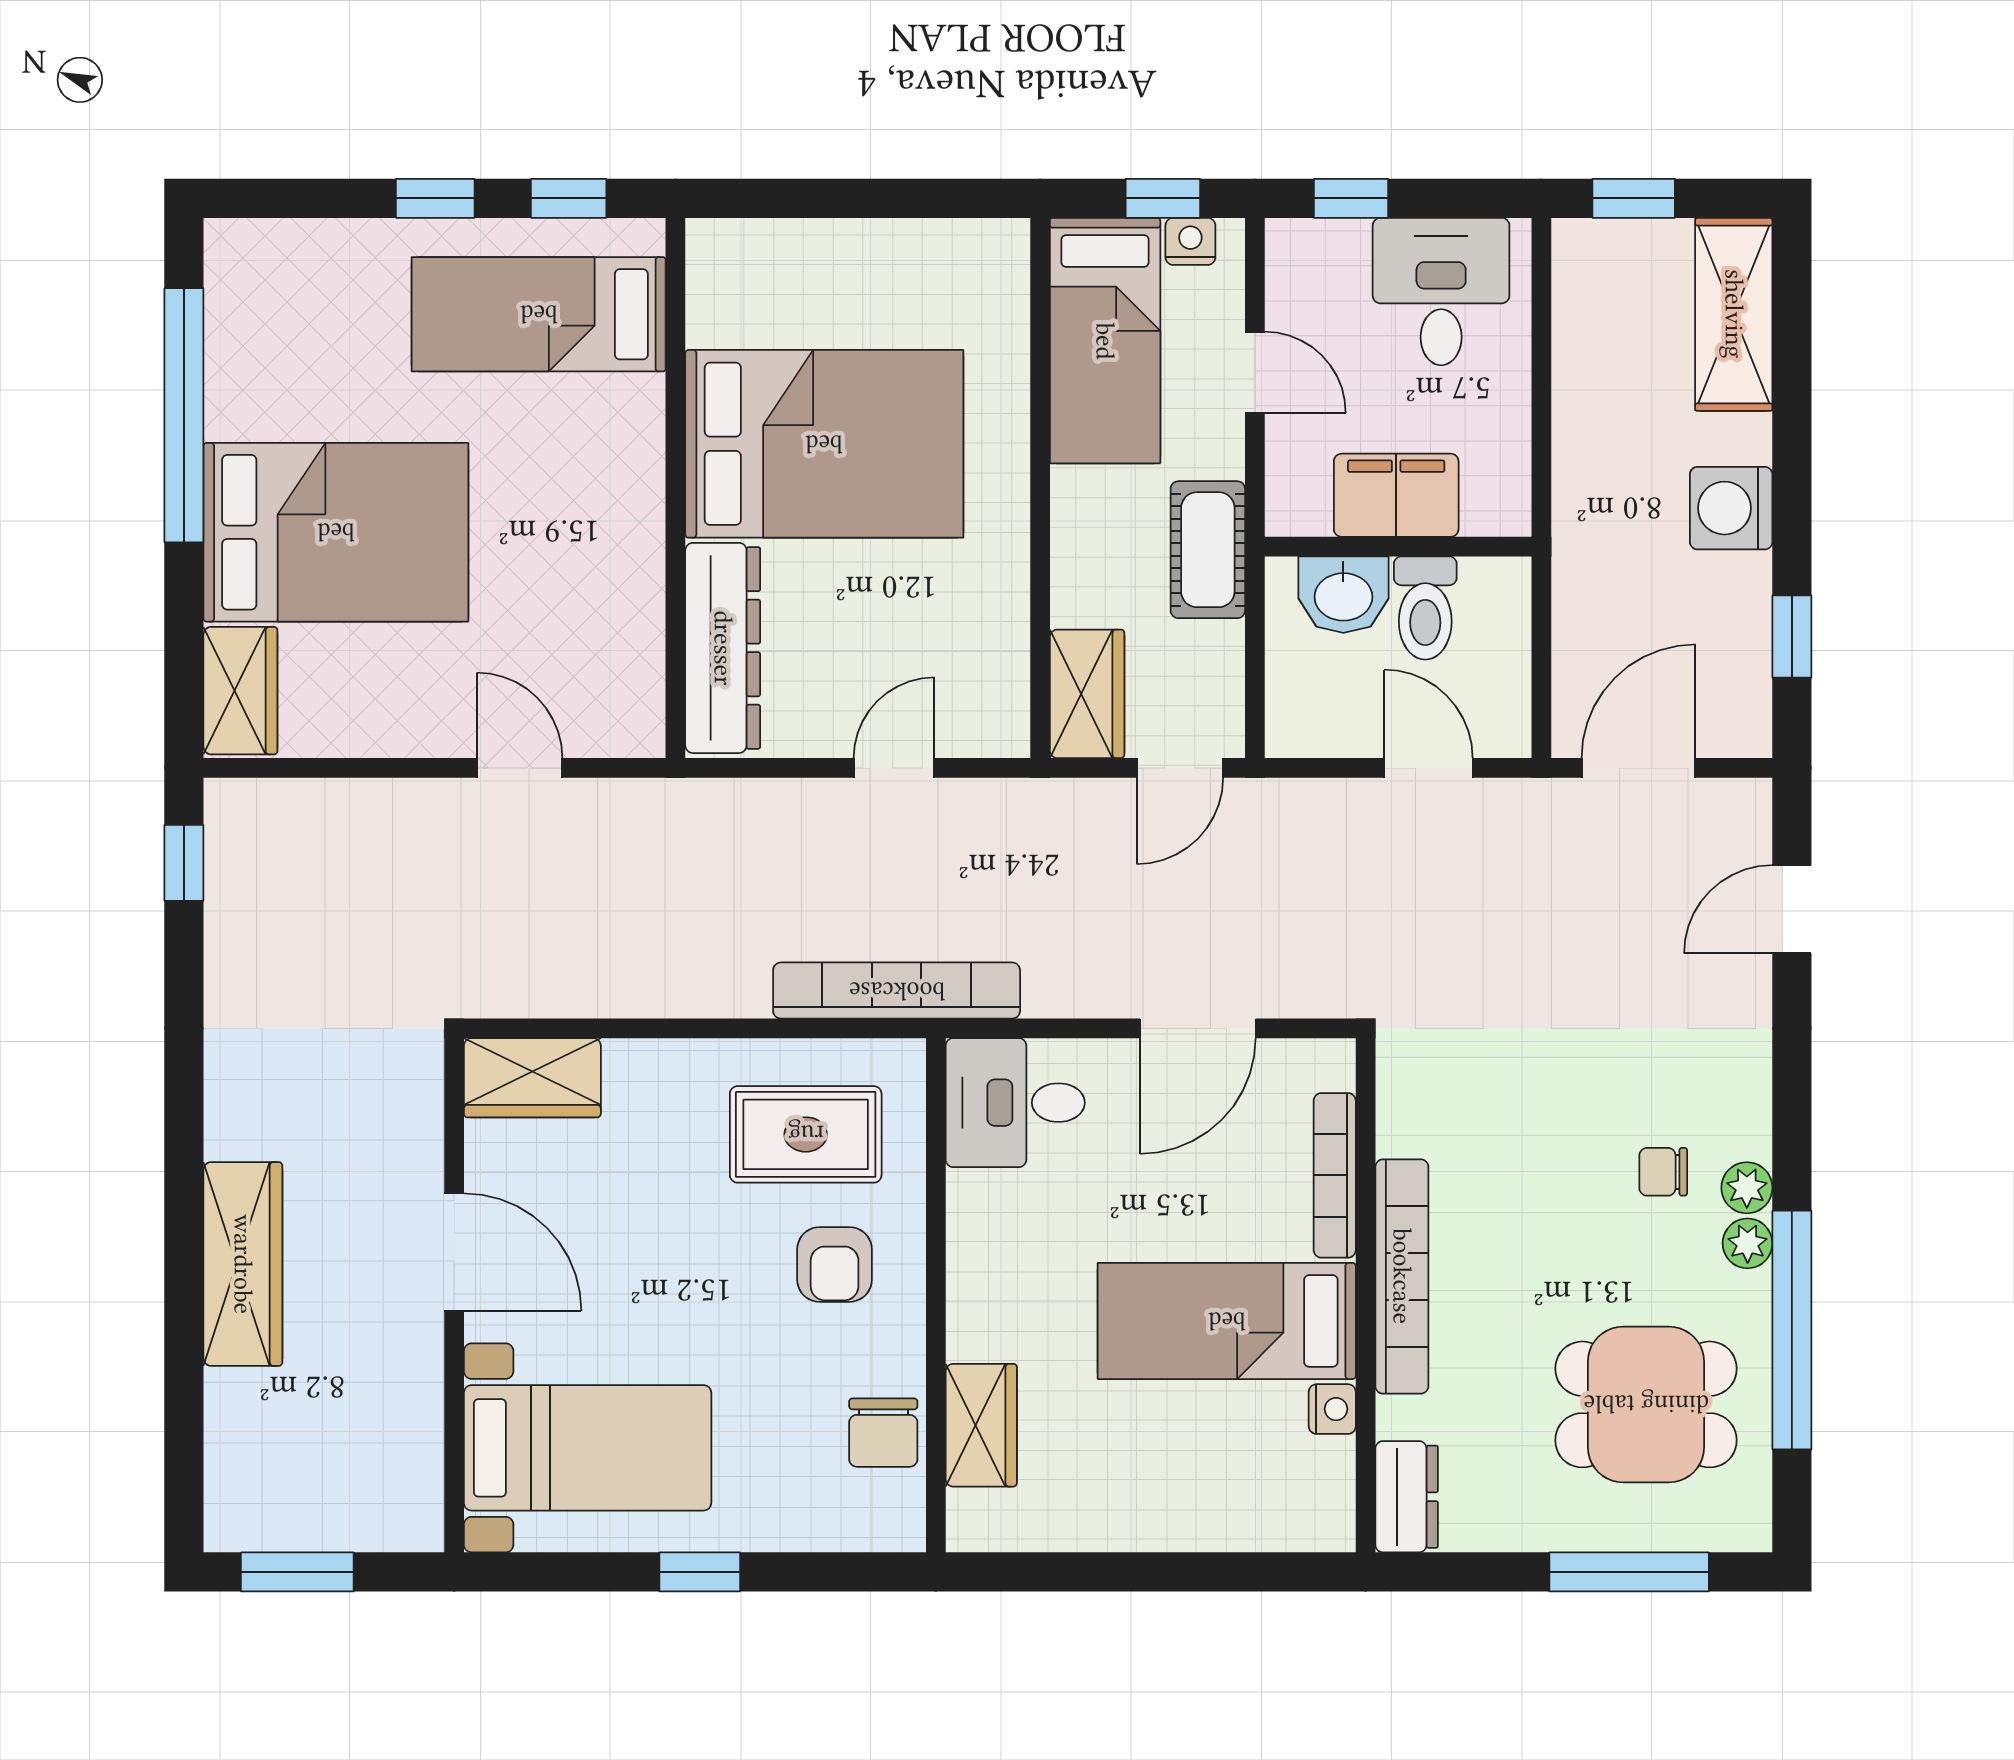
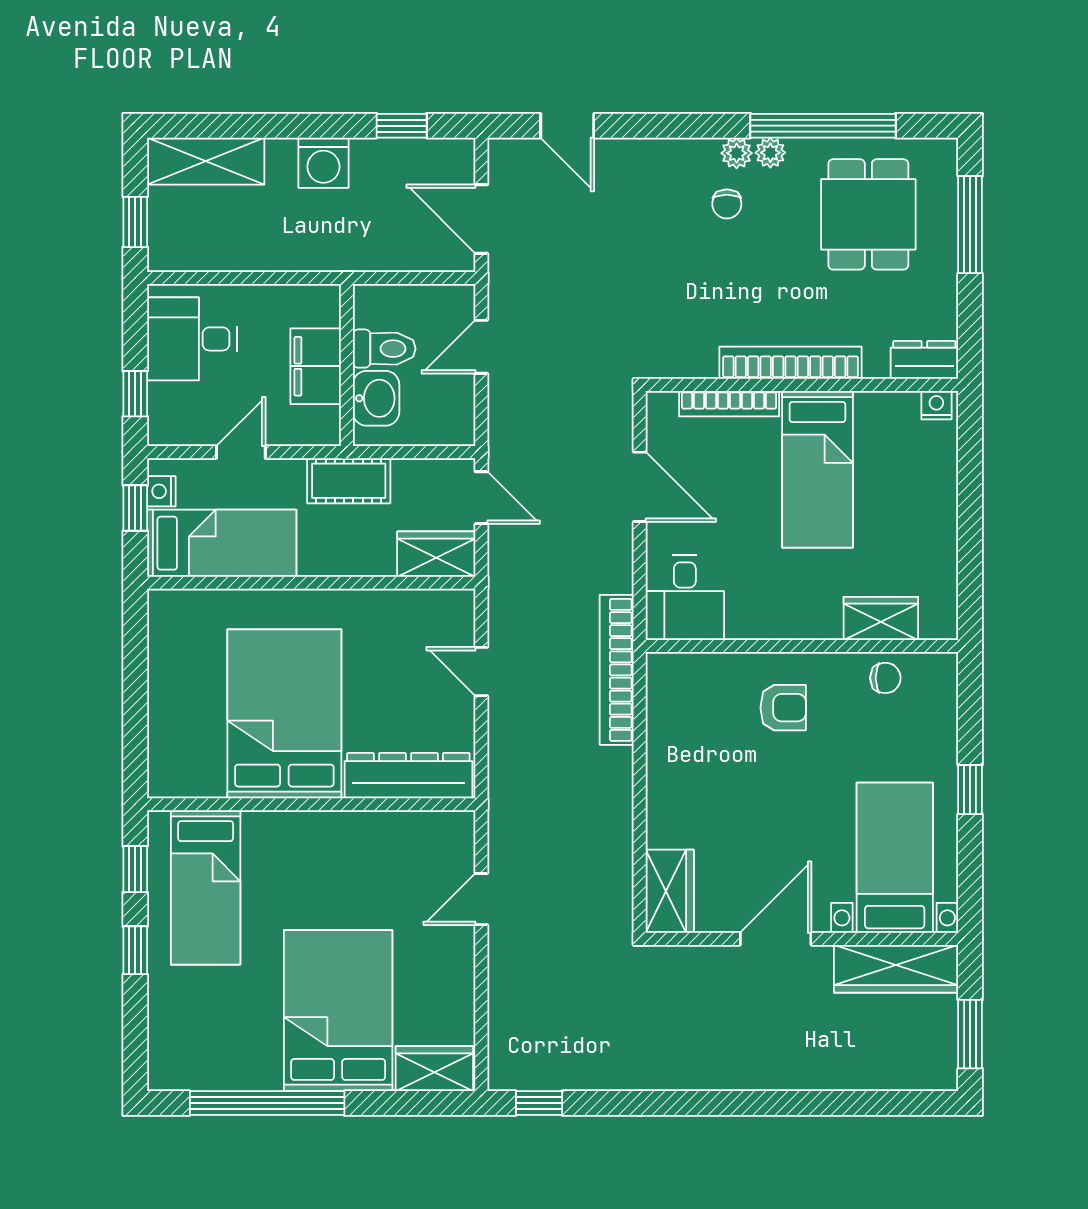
rug: (806, 1134) -> (704, 725), removed
wardrobe: (243, 1264) -> (896, 969), moved, turned 180
nightstand: (1332, 1409) -> (936, 405), moved
chair: (883, 1433) -> (885, 678), width x0.73, depth x0.73

